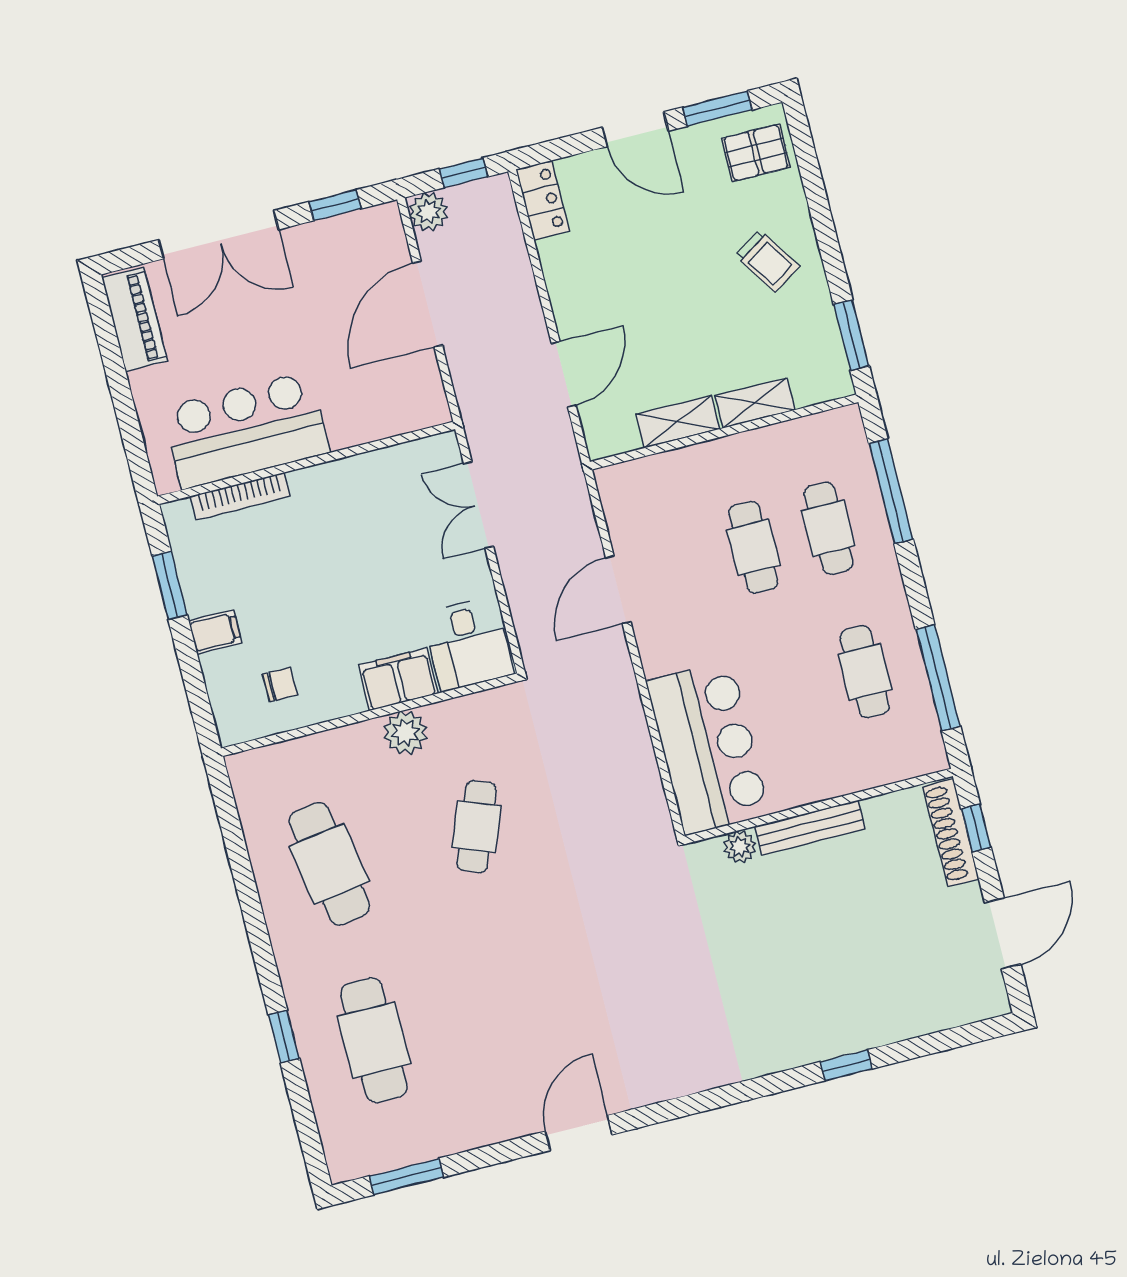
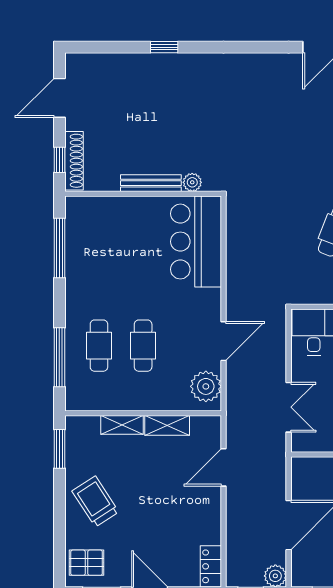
trolley: (767, 261) -> (95, 501), width x1.36, depth x1.39
plant: (629, 505) -> (206, 386), added
cafe table: (865, 672) -> (99, 261), removed

